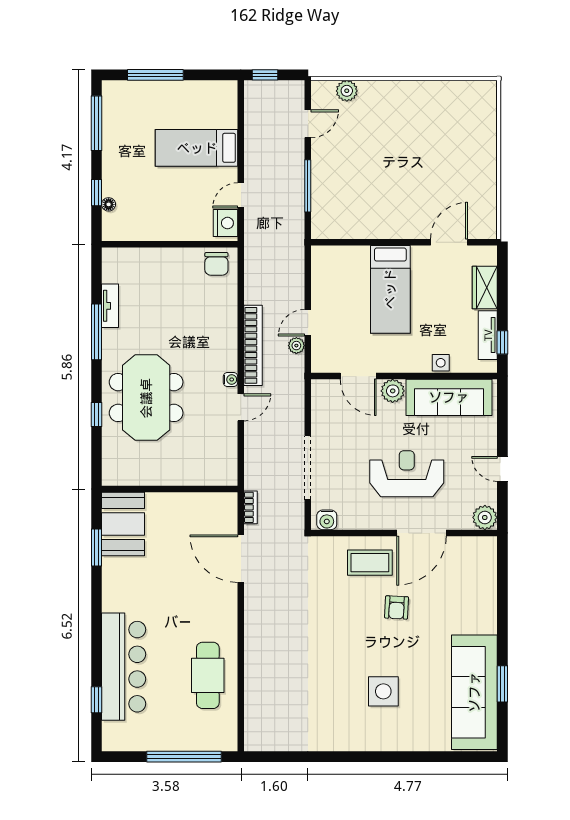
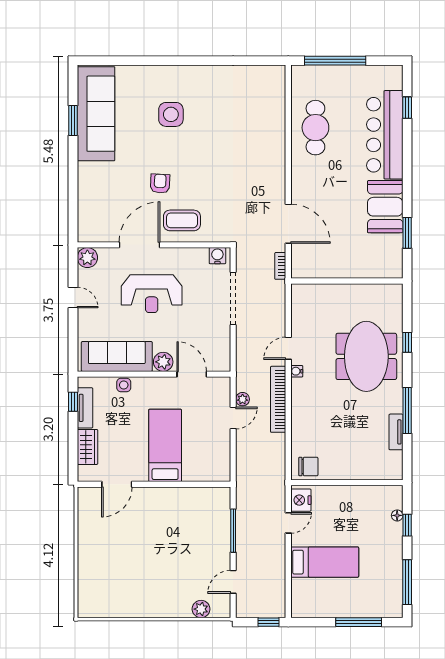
chair: (216, 264) -> (308, 466), turned 90
booth: (123, 524) -> (385, 207), moved

